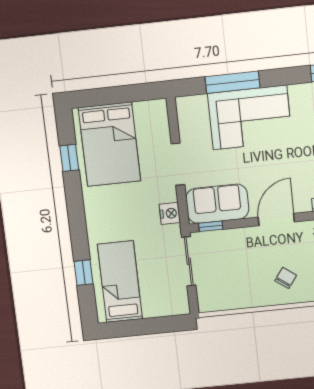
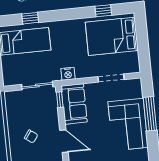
doorway: (178, 164) -> (111, 78), moved
chair: (286, 278) -> (31, 136), moved

